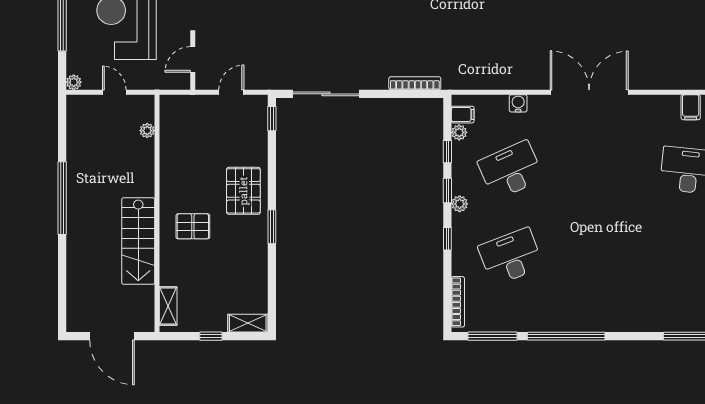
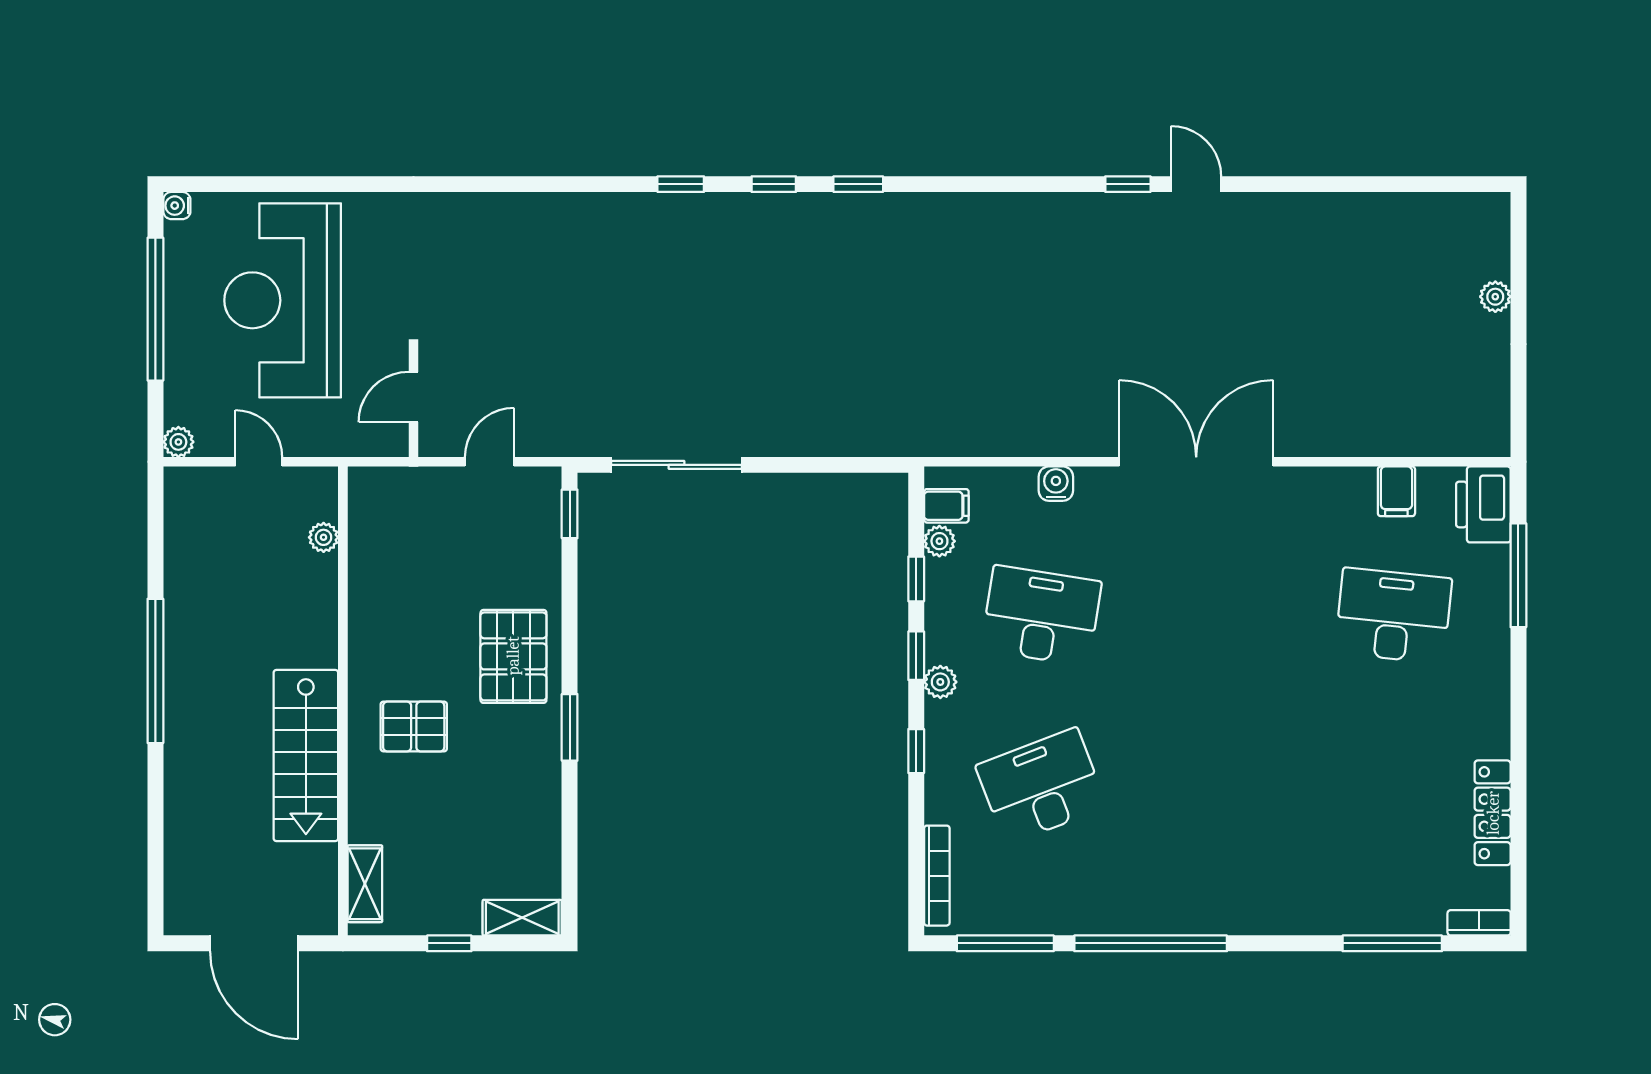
bookcase: (415, 83) -> (852, 444), removed
desk: (511, 170) -> (1041, 616), turned 33

